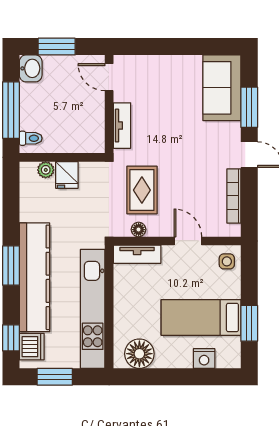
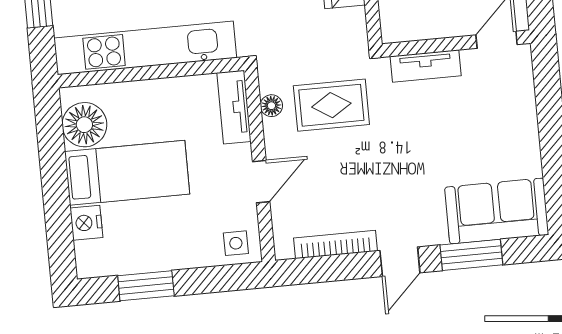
bed: (201, 317) -> (127, 173), moved, turned 90

